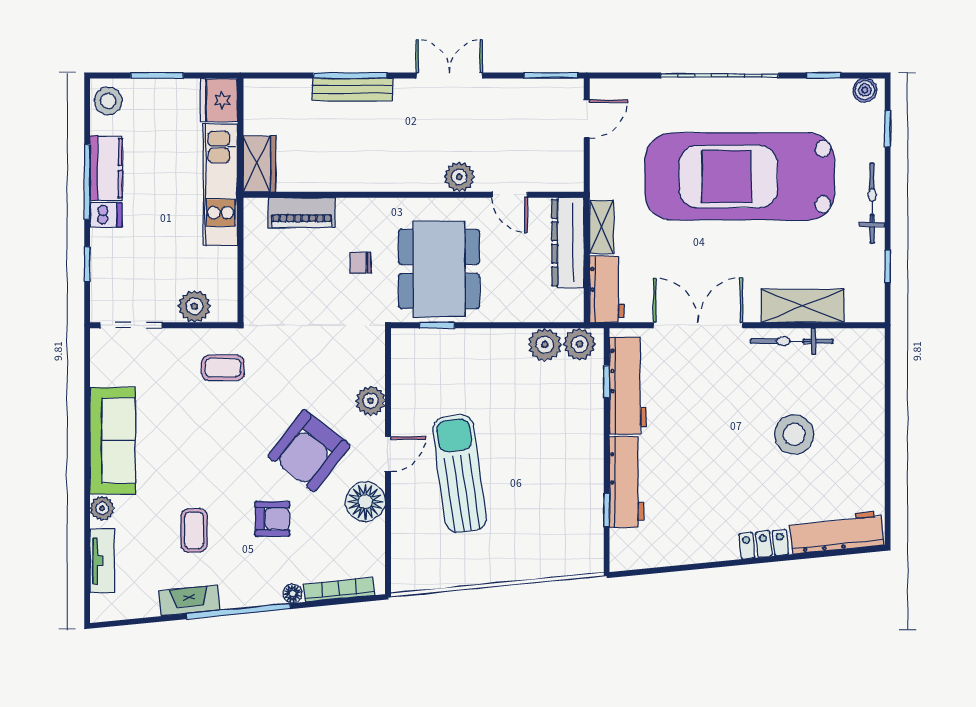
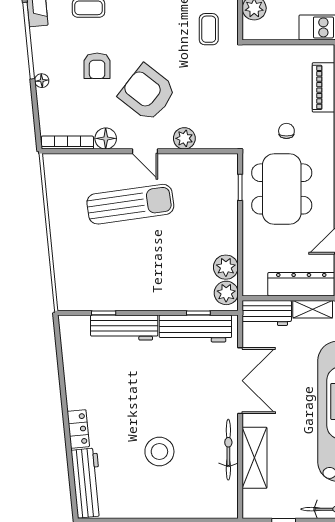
dining table: (439, 269) -> (282, 189), turned 90
floor lamp: (365, 502) -> (106, 138), width x0.73, depth x0.73
bookcase: (339, 590) -> (67, 143), moved, turned -84

